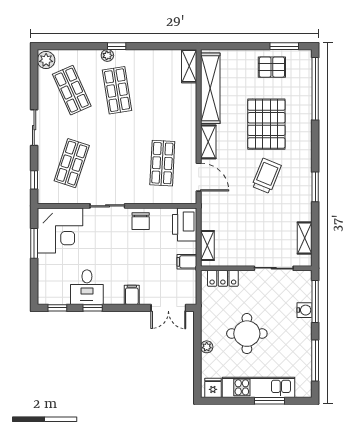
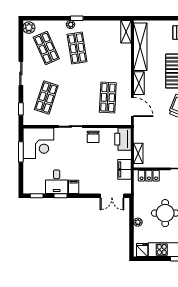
filing cabinet: (187, 262) -> (124, 169), width x2.00
filing cabinet: (132, 295) -> (74, 187), moved

